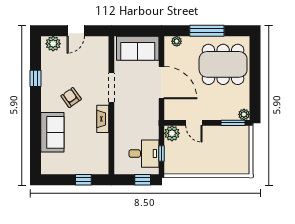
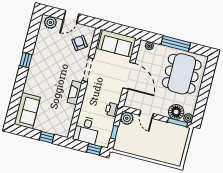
dining table: (223, 64) -> (182, 74), turned 90
window: (35, 78) -> (26, 60), moved
armchair: (71, 98) -> (80, 43), moved
floor lamp: (228, 111) -> (176, 112), added
printer: (152, 127) -> (112, 109), added
sofa: (52, 132) -> (27, 111), moved
desk: (144, 154) -> (86, 130), moved, turned 90

